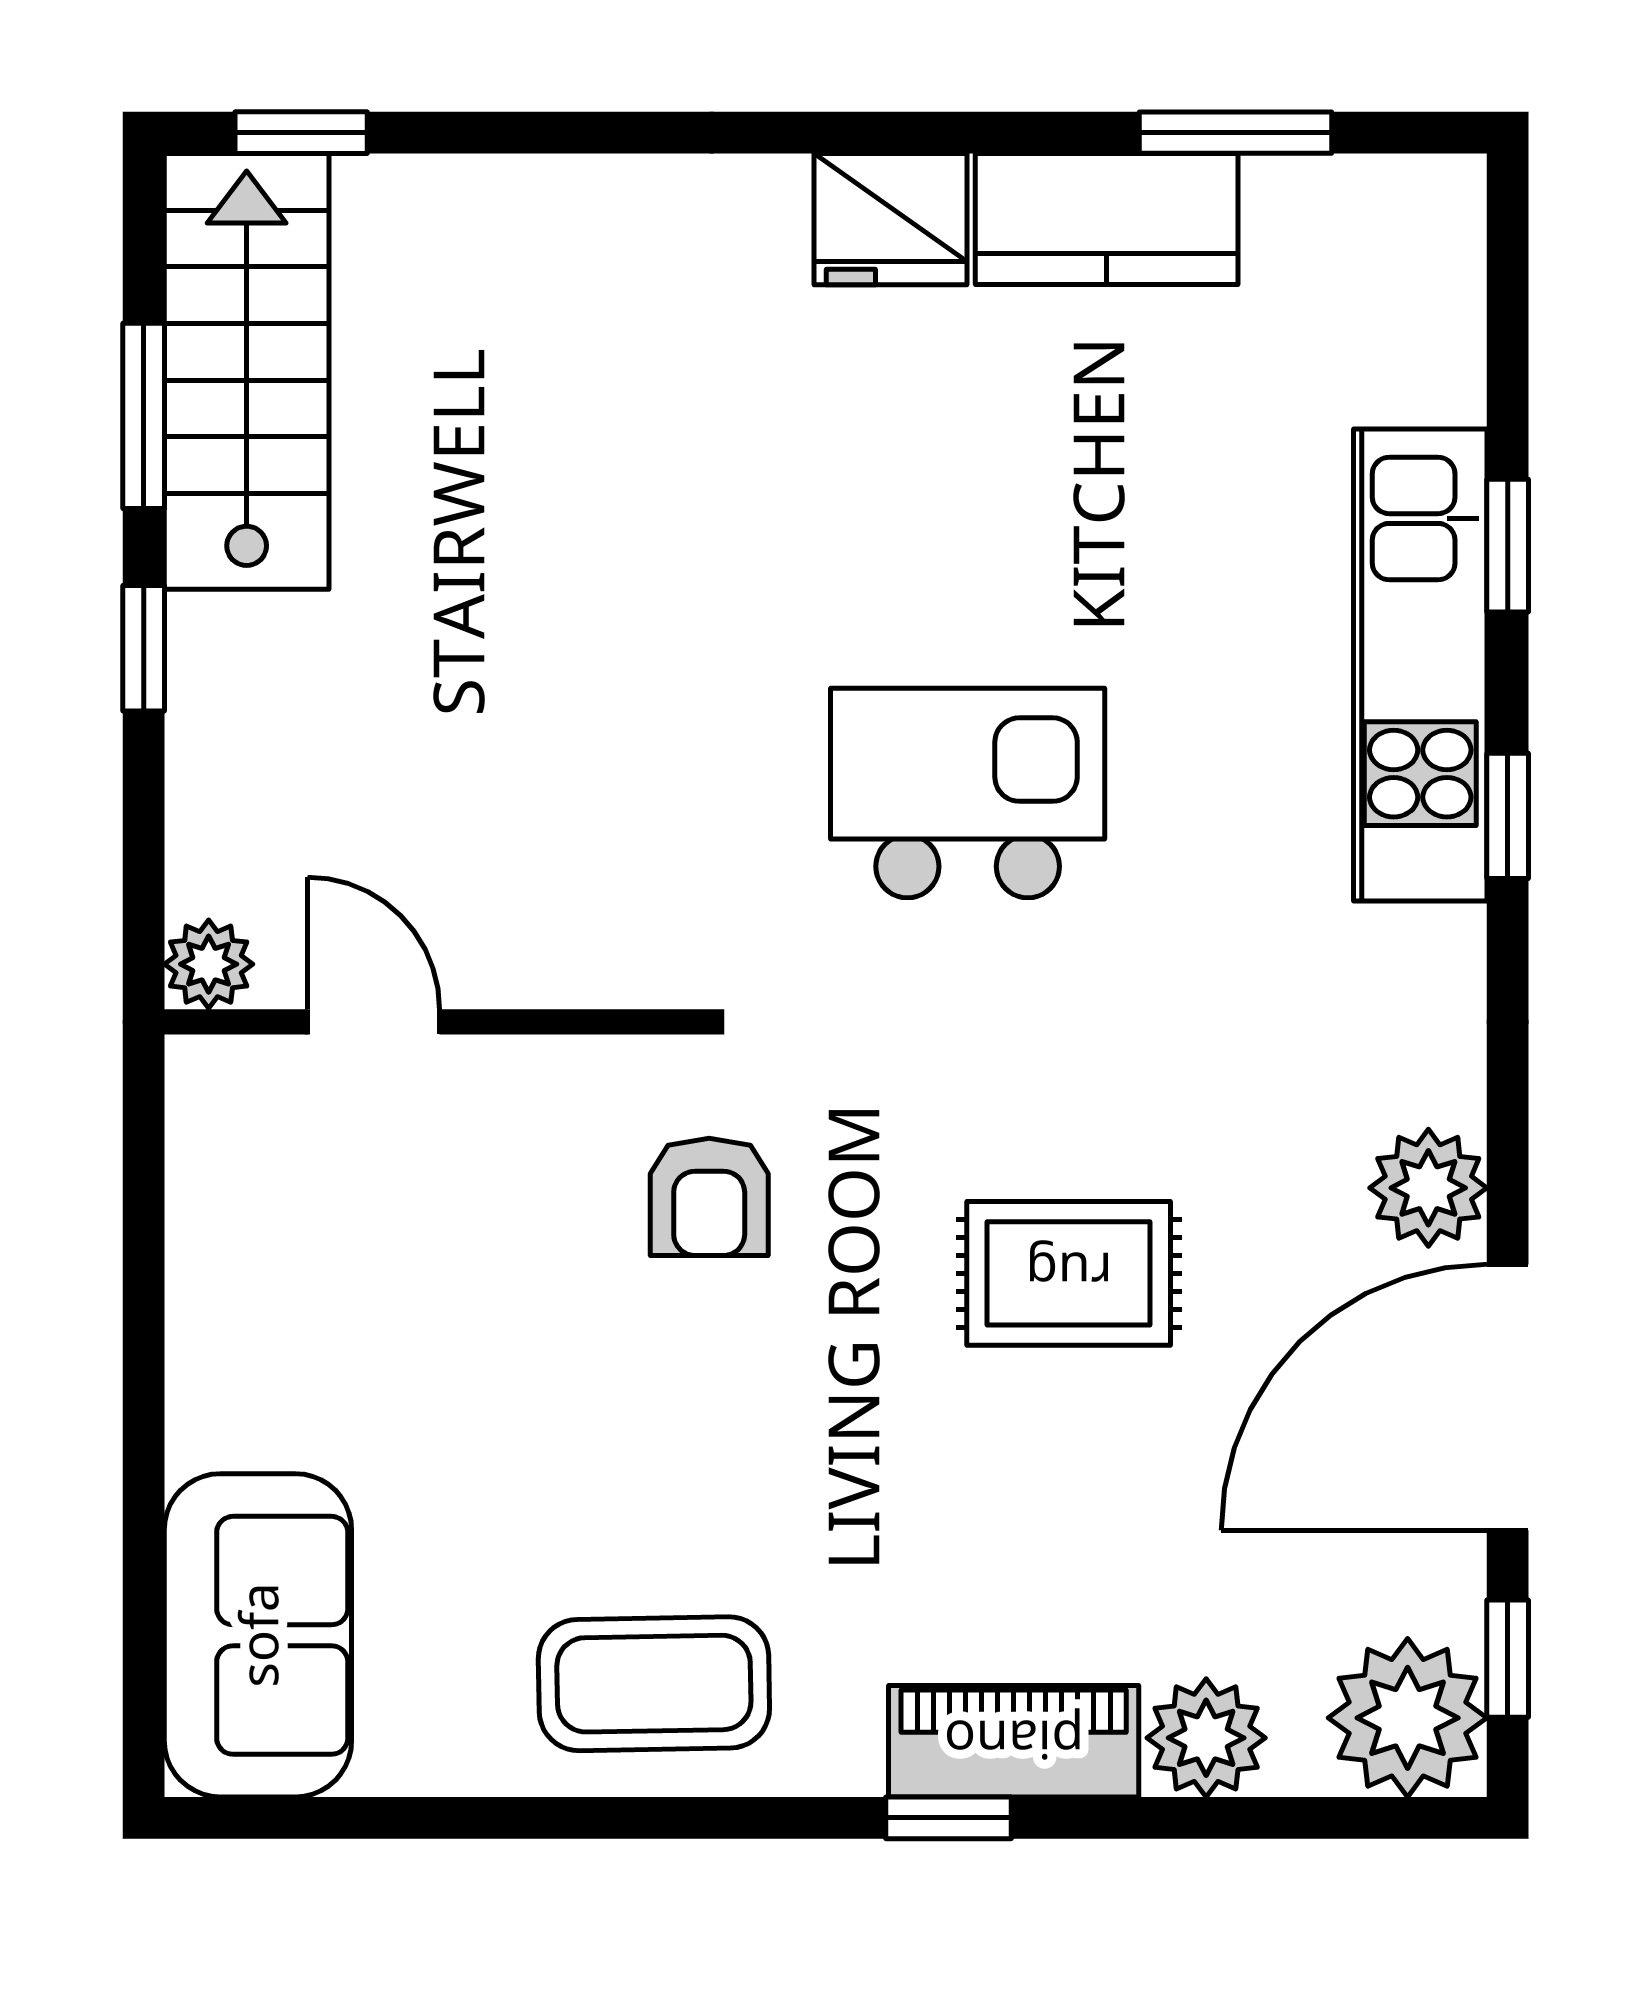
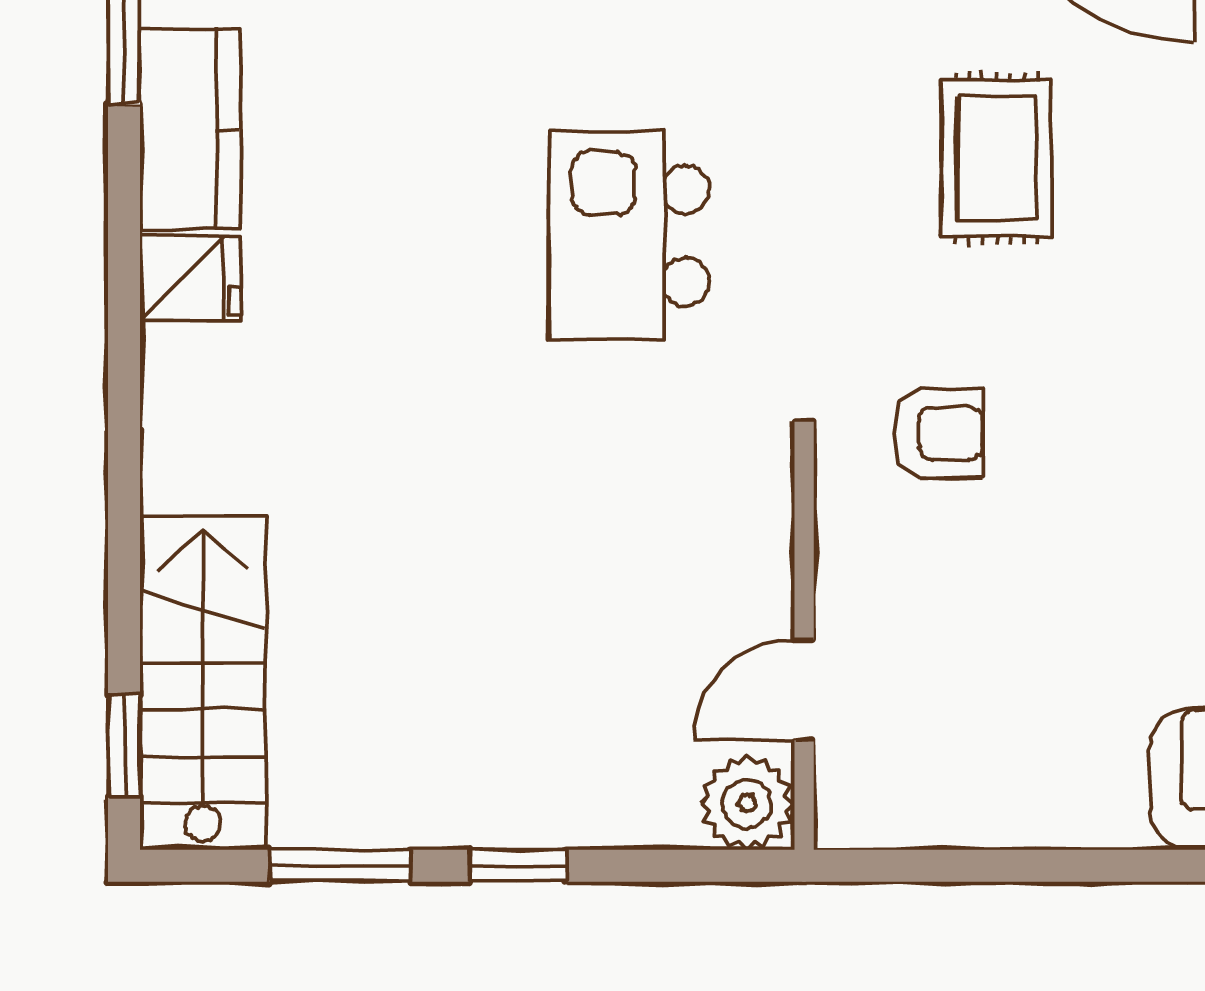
fridge: (891, 219) -> (190, 278), width x0.72
stairs: (247, 371) -> (203, 683), moved, turned 90
plant: (209, 964) -> (747, 803), width x1.38, depth x1.38

